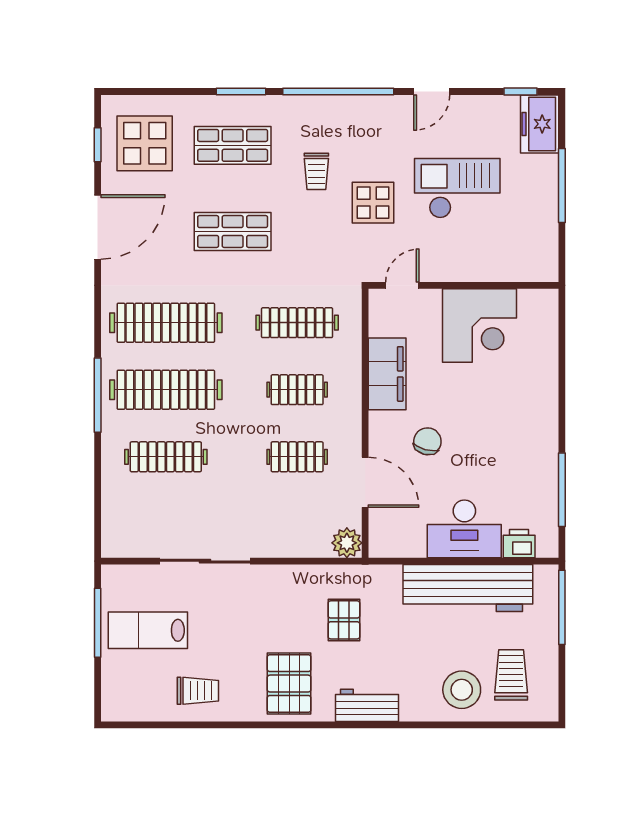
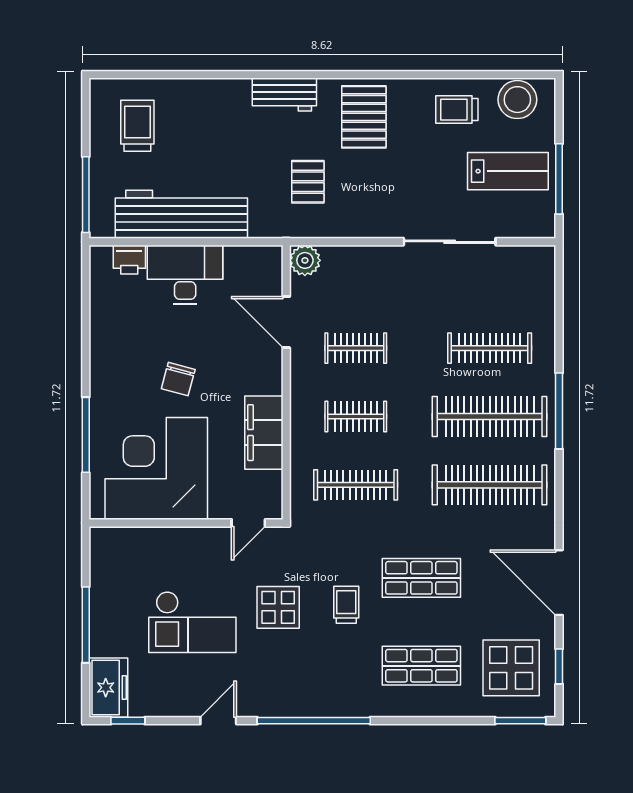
window: (241, 92) -> (520, 721), moved
trolley: (316, 171) -> (346, 605), moved
door: (98, 227) -> (559, 583), hinge flipped
corner desk: (479, 326) -> (156, 468), width x1.36, depth x1.36
chair: (427, 441) -> (178, 379), moved
window: (562, 490) -> (86, 435), moved
trolley: (511, 675) -> (137, 126), turned 180
stool: (462, 690) -> (517, 100), moved

